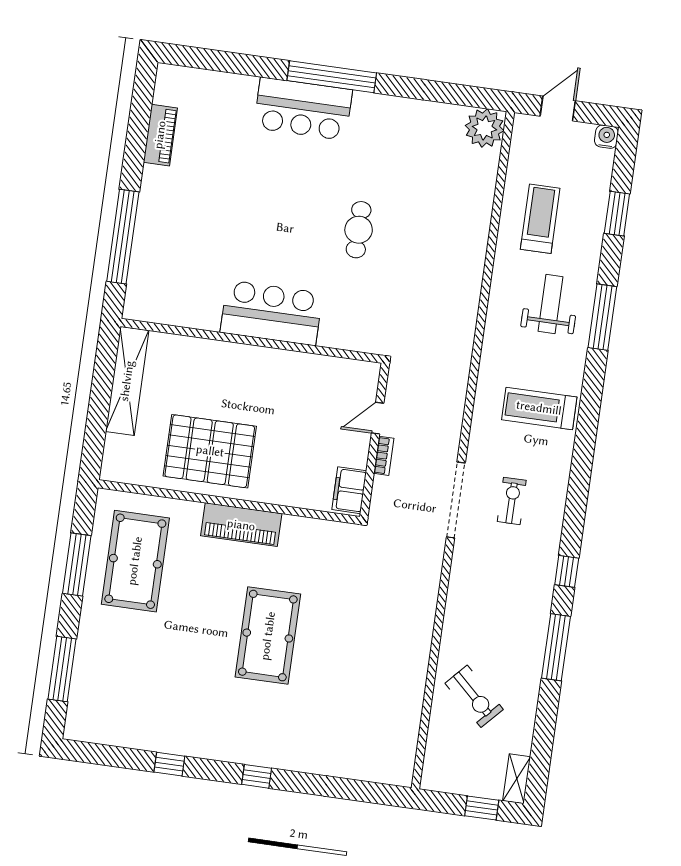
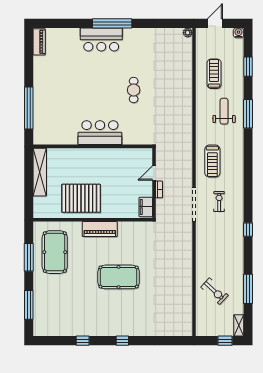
plant: (485, 128) -> (188, 33), width x0.53, depth x0.53
piano: (160, 135) -> (39, 42), moved
treadmill: (539, 408) -> (212, 161), moved, turned -90
pool table: (268, 636) -> (119, 277), turned 90
window: (556, 647) -> (248, 289), moved

